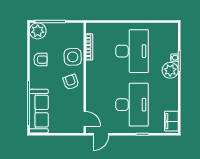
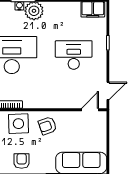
desk: (132, 105) -> (74, 55), width x0.73, depth x0.77
door: (101, 134) -> (108, 91), hinge flipped

